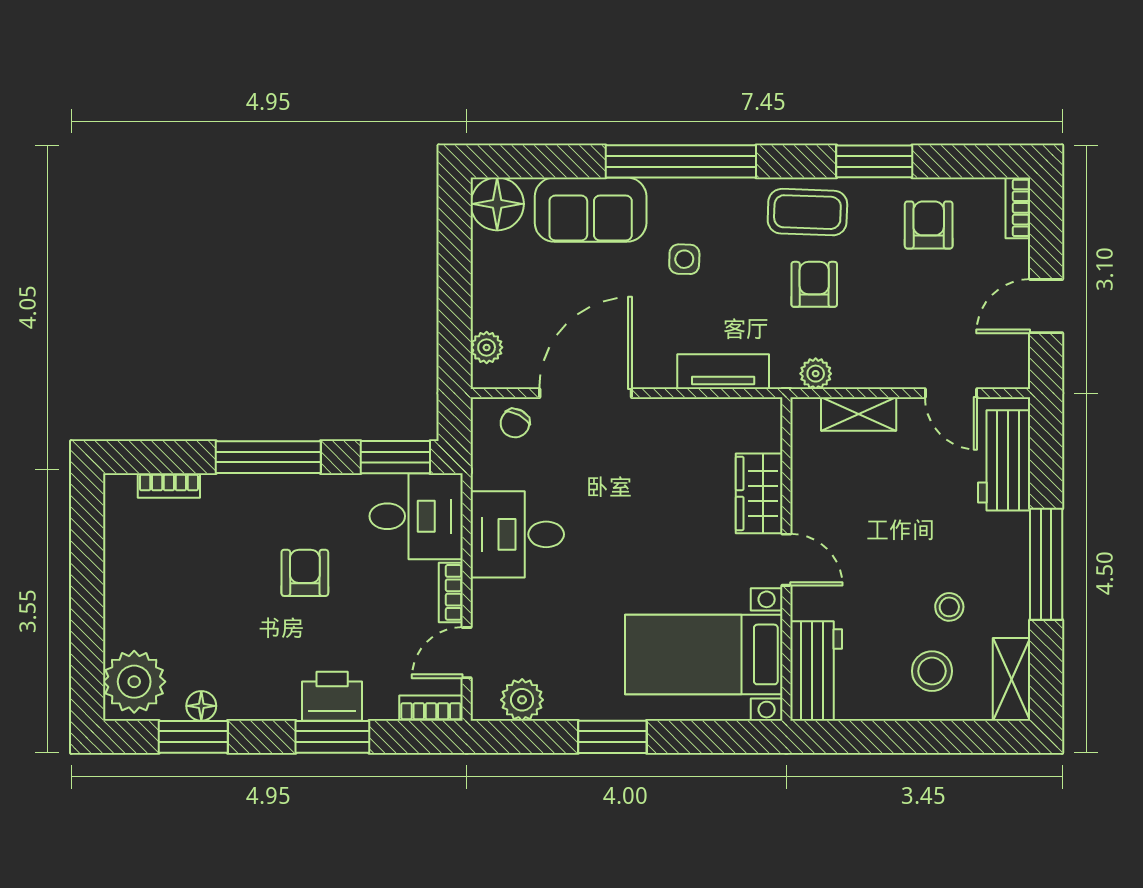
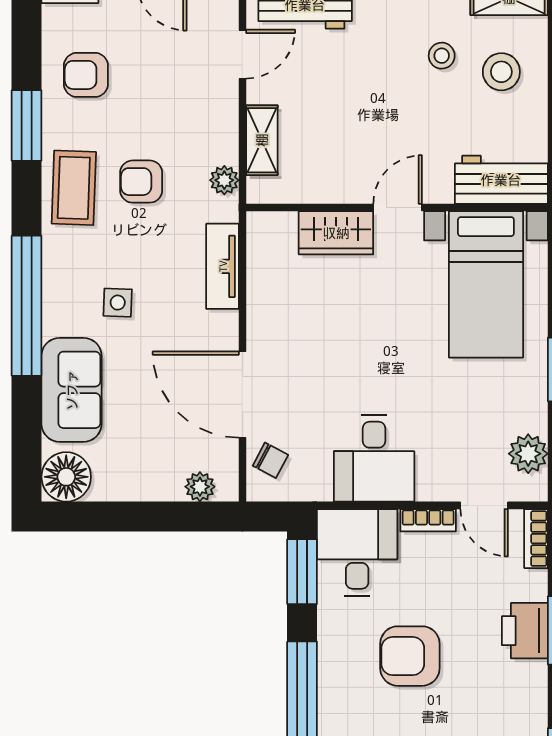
armchair: (305, 573) -> (410, 656), width x1.38, depth x1.38

